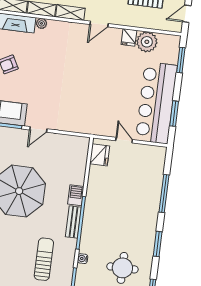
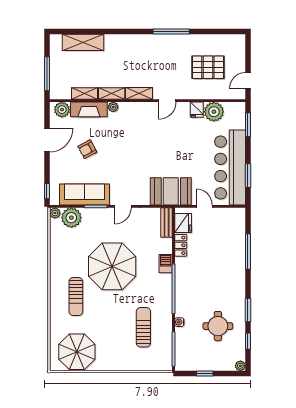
booth: (91, 120) -> (171, 191), added
locker: (94, 178) -> (181, 245), added
bench: (73, 222) -> (167, 223), moved
window: (158, 244) -> (248, 310), moved

